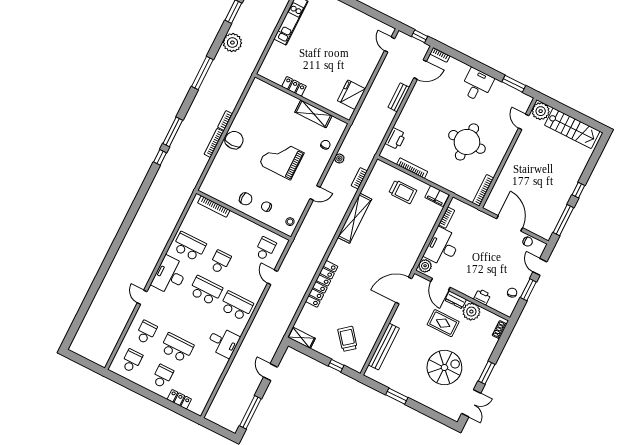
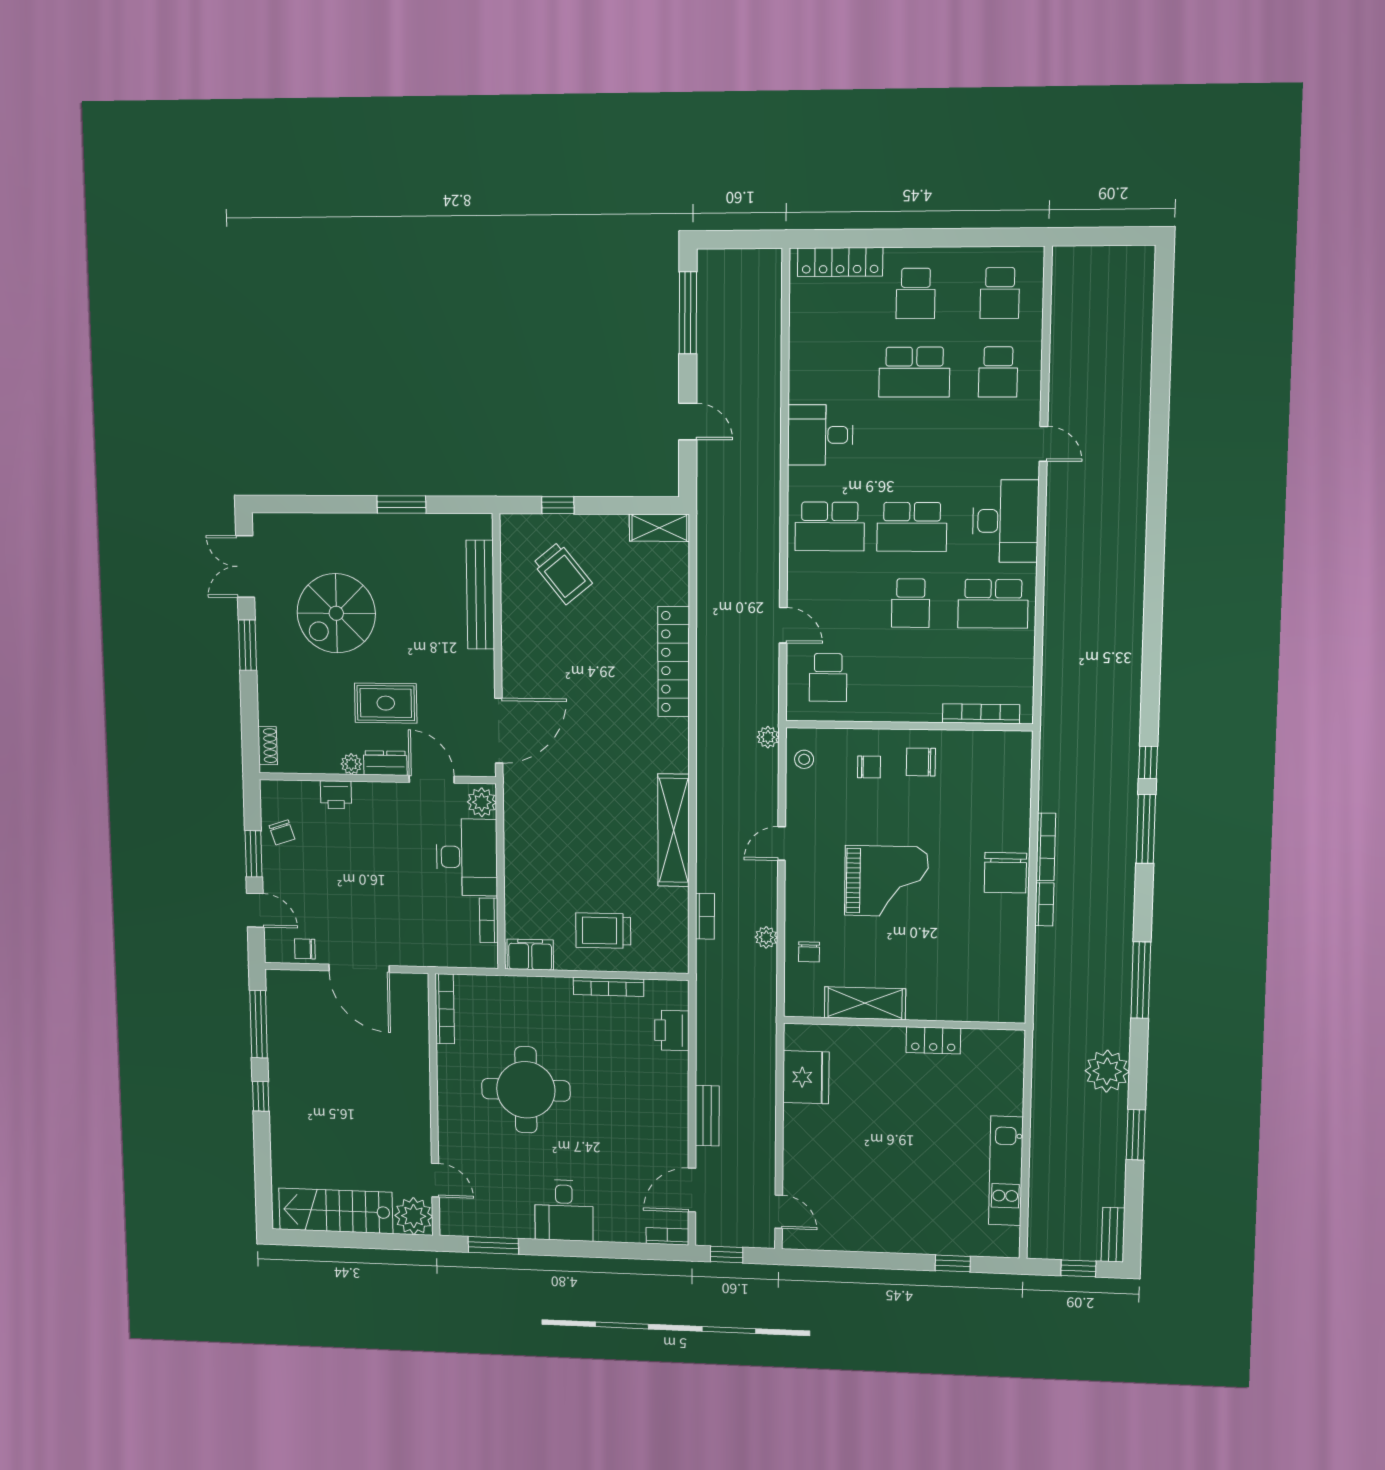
plant: (300, 237) -> (768, 737), added
plant: (471, 312) -> (351, 764), width x0.53, depth x0.53
locker: (179, 399) -> (840, 262), width x1.53

